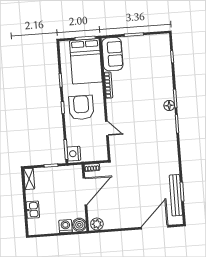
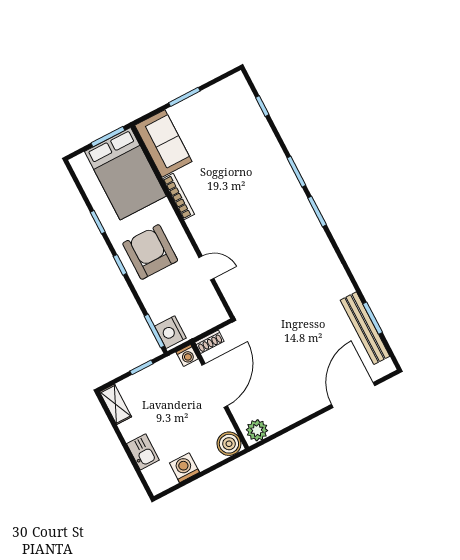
floor lamp: (169, 106) -> (291, 187), removed
washing machine: (77, 170) -> (187, 355), added
washing machine: (65, 226) -> (184, 468), moved

